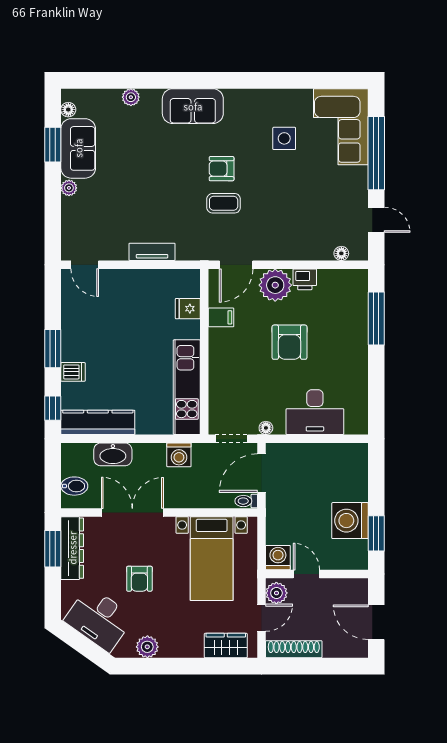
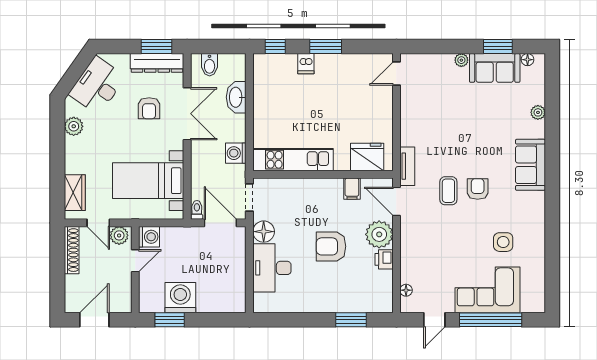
corner sofa: (341, 127) -> (488, 290), moved
tv unit: (152, 252) -> (407, 166), moved
fridge: (188, 309) -> (367, 157), width x1.88, depth x1.34
window: (376, 319) -> (351, 320), width x0.69
kitchen counter: (98, 422) -> (263, 85), removed
floor lamp: (266, 428) -> (264, 232), width x1.89, depth x1.89
armchair: (139, 579) -> (149, 108), moved, turned -90

